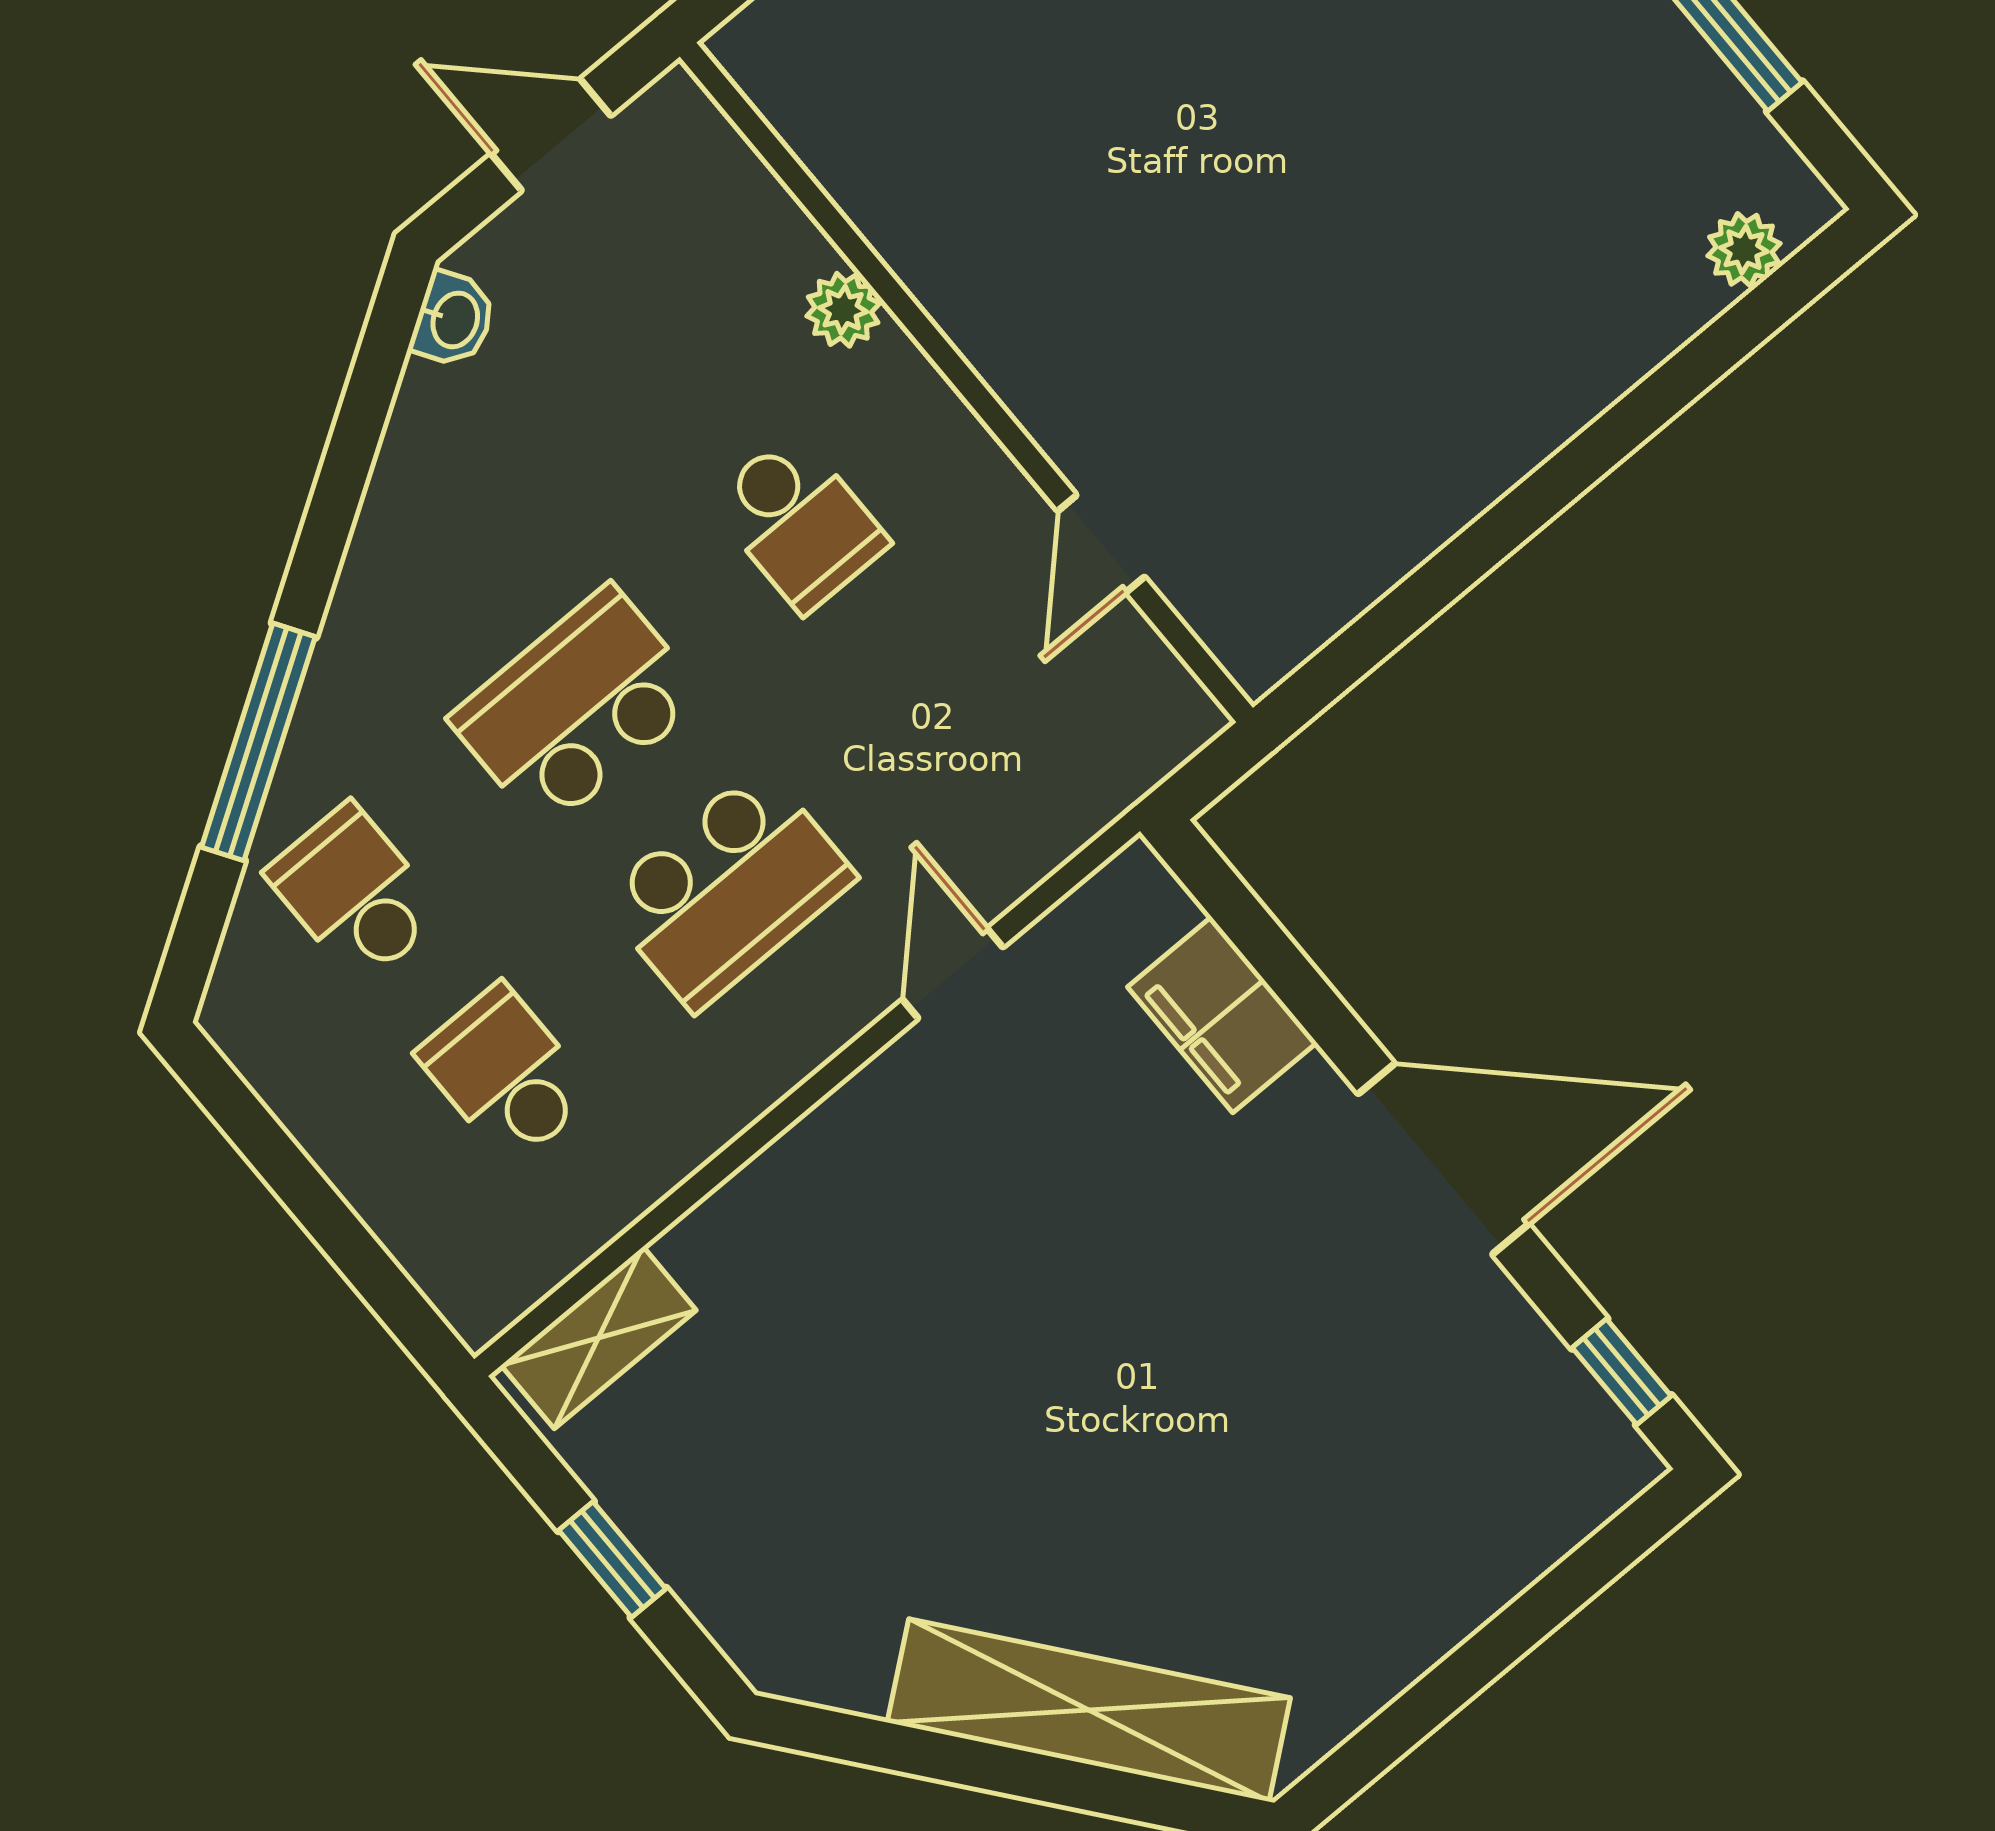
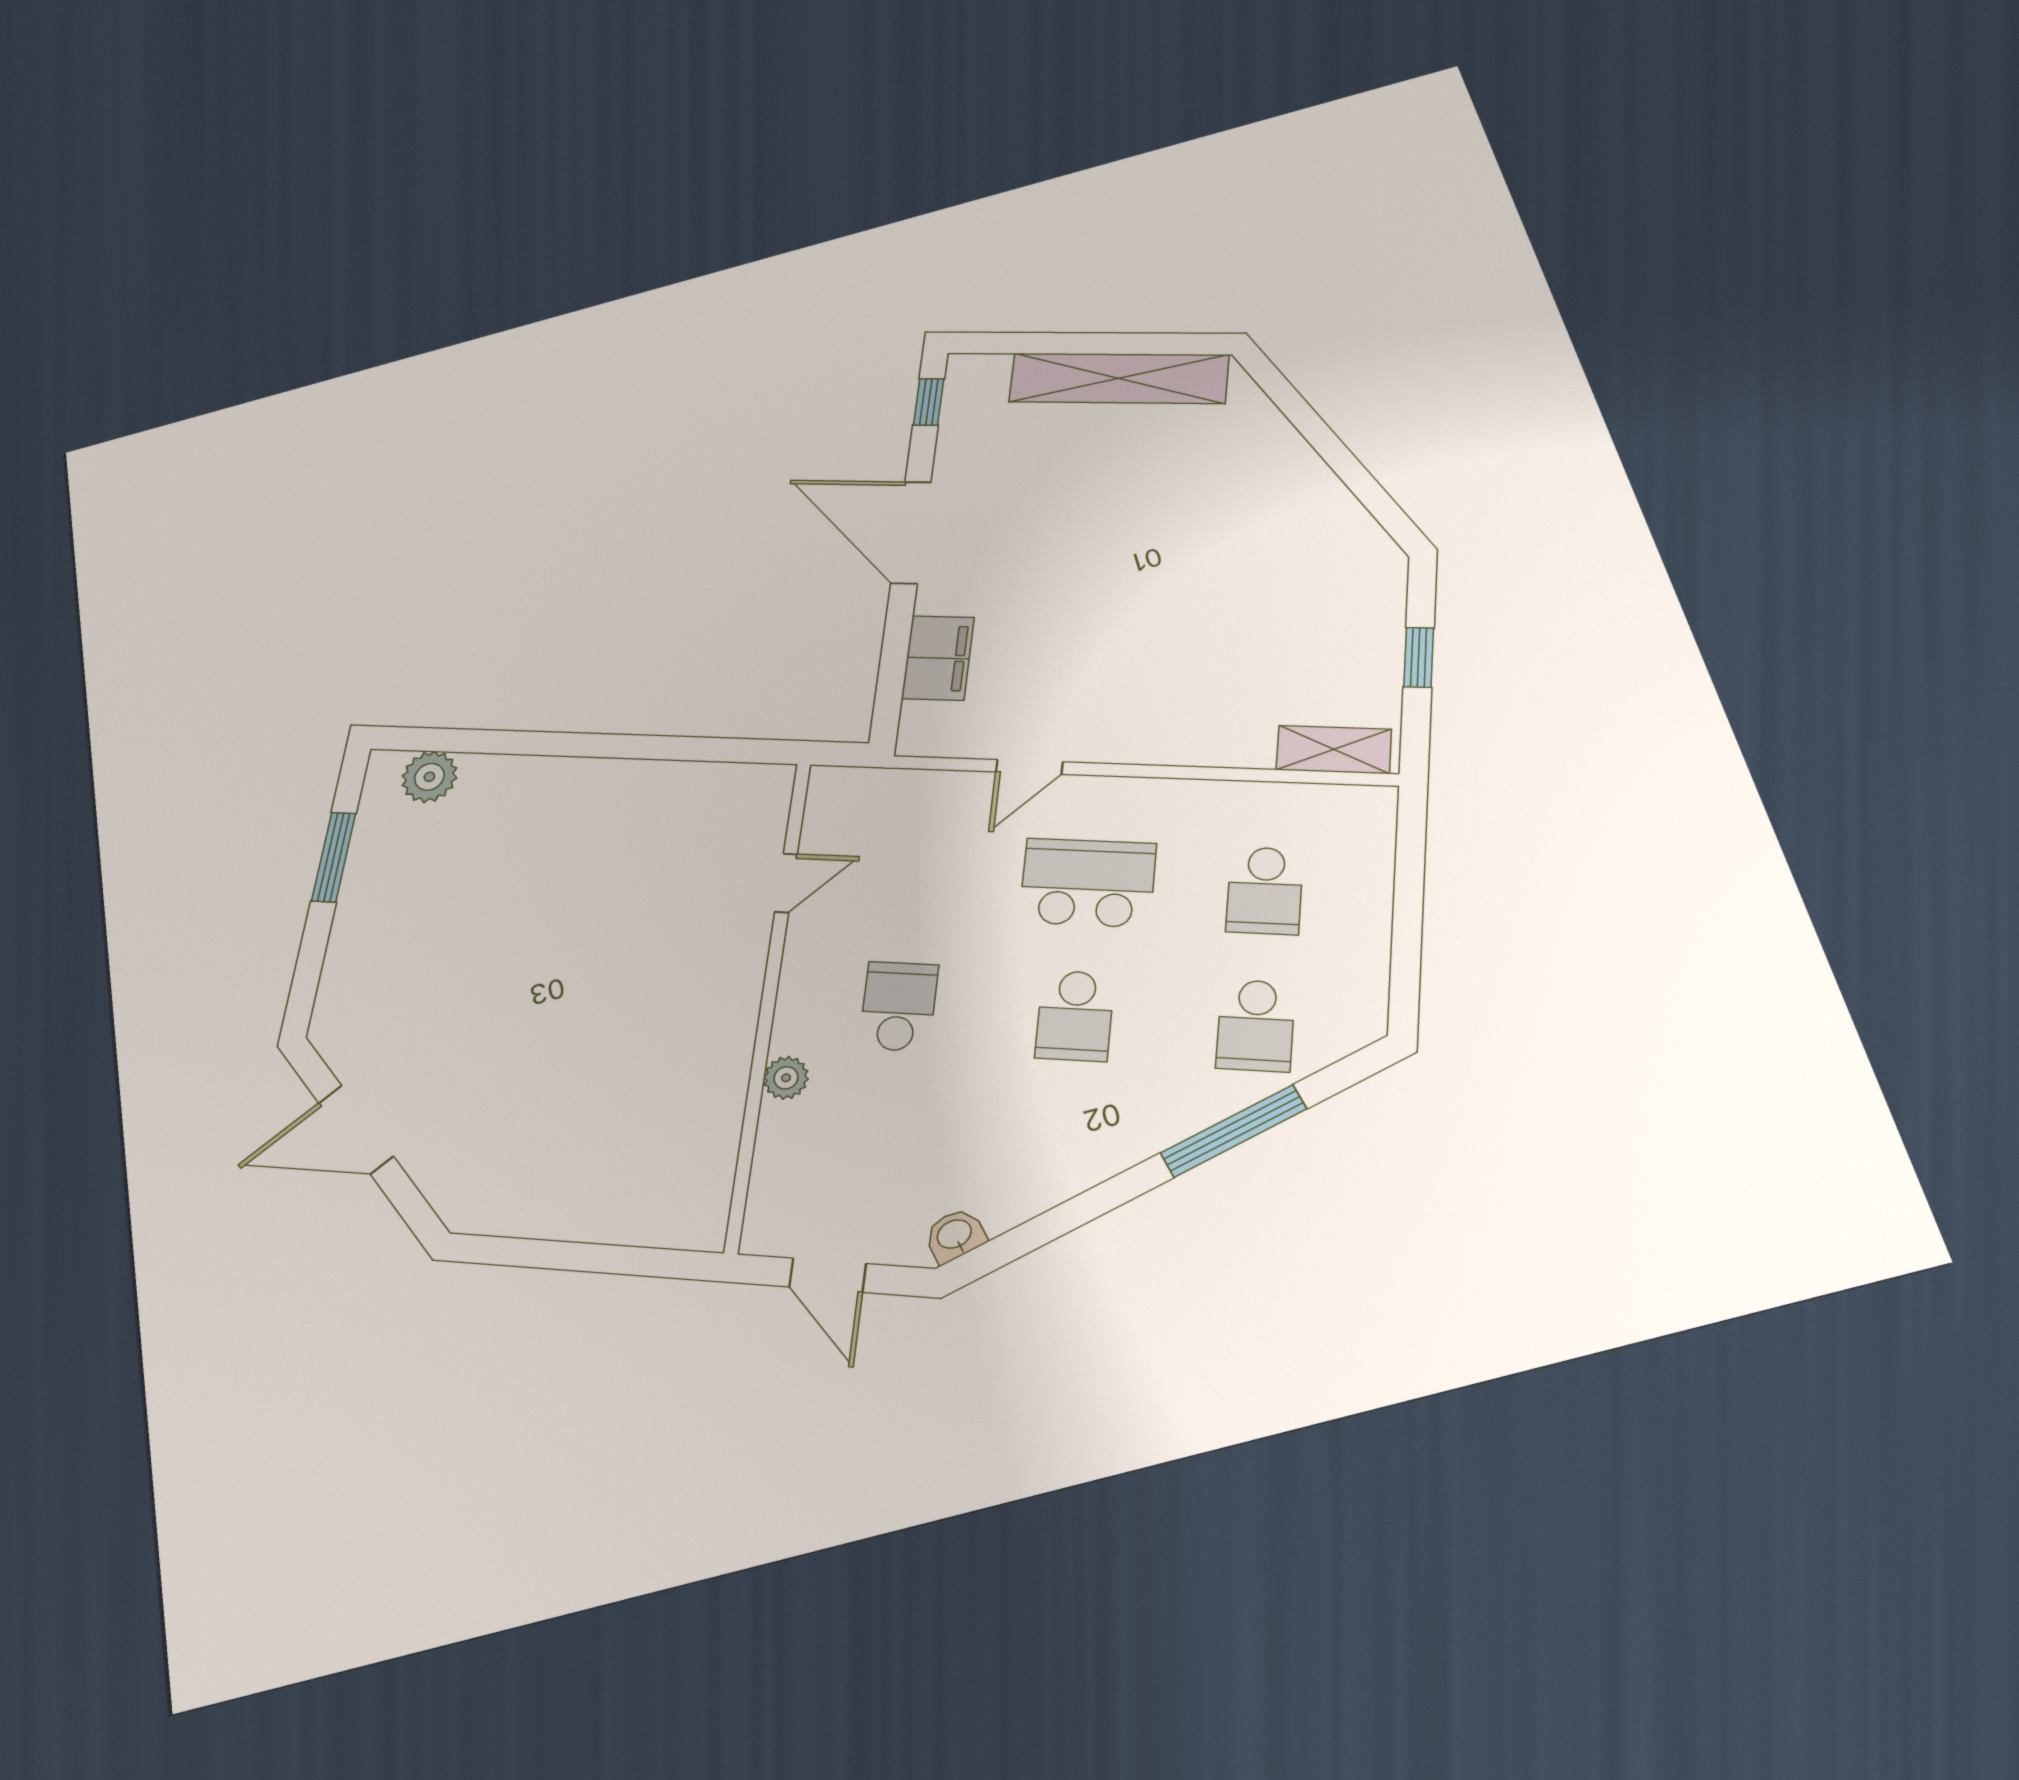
plant: (1744, 250) -> (429, 777), width x1.38, depth x1.38
school desk: (577, 708) -> (1075, 1016), width x0.54
shelving: (1089, 1710) -> (1119, 378), moved, turned -52

